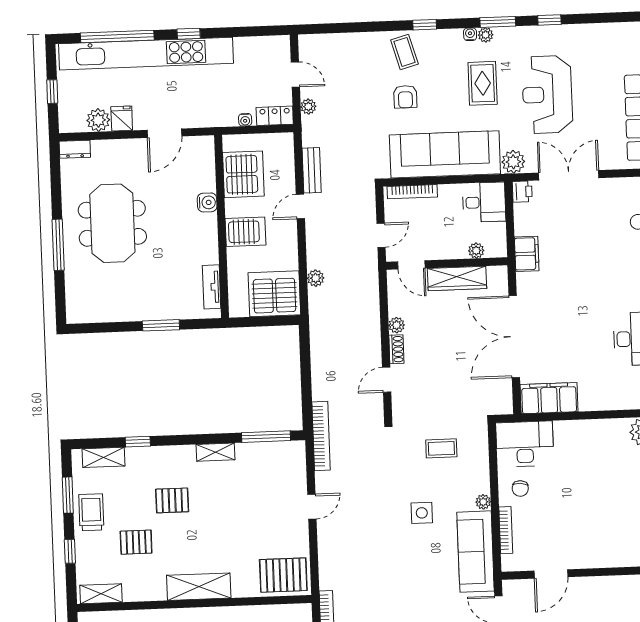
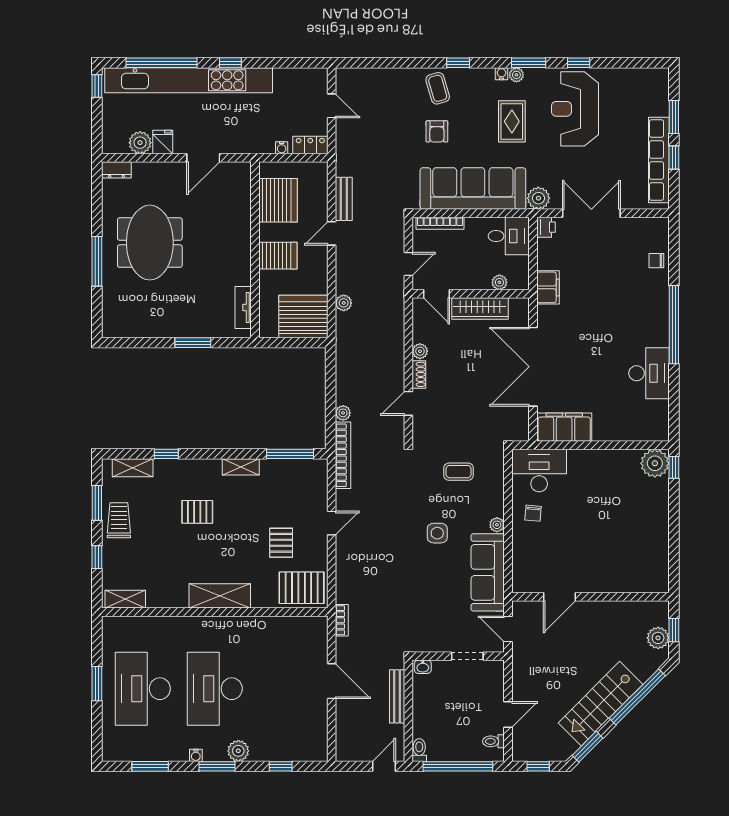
window: (52, 92) -> (97, 86), moved
reception desk: (547, 95) -> (575, 109), moved
plant: (308, 107) -> (343, 413), moved
water cooler: (207, 202) -> (242, 226), removed
bookcase: (506, 530) -> (518, 553), removed
pallet: (136, 542) -> (281, 543), moved, turned 90

